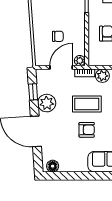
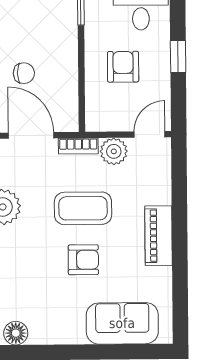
plant: (80, 61) -> (68, 121), removed
door: (61, 67) -> (31, 135), hinge flipped

